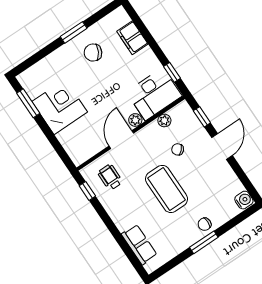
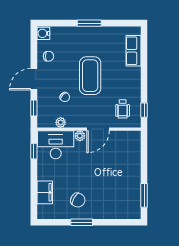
corner desk: (60, 107) -> (125, 179), removed
chair: (205, 224) -> (48, 56), moved

